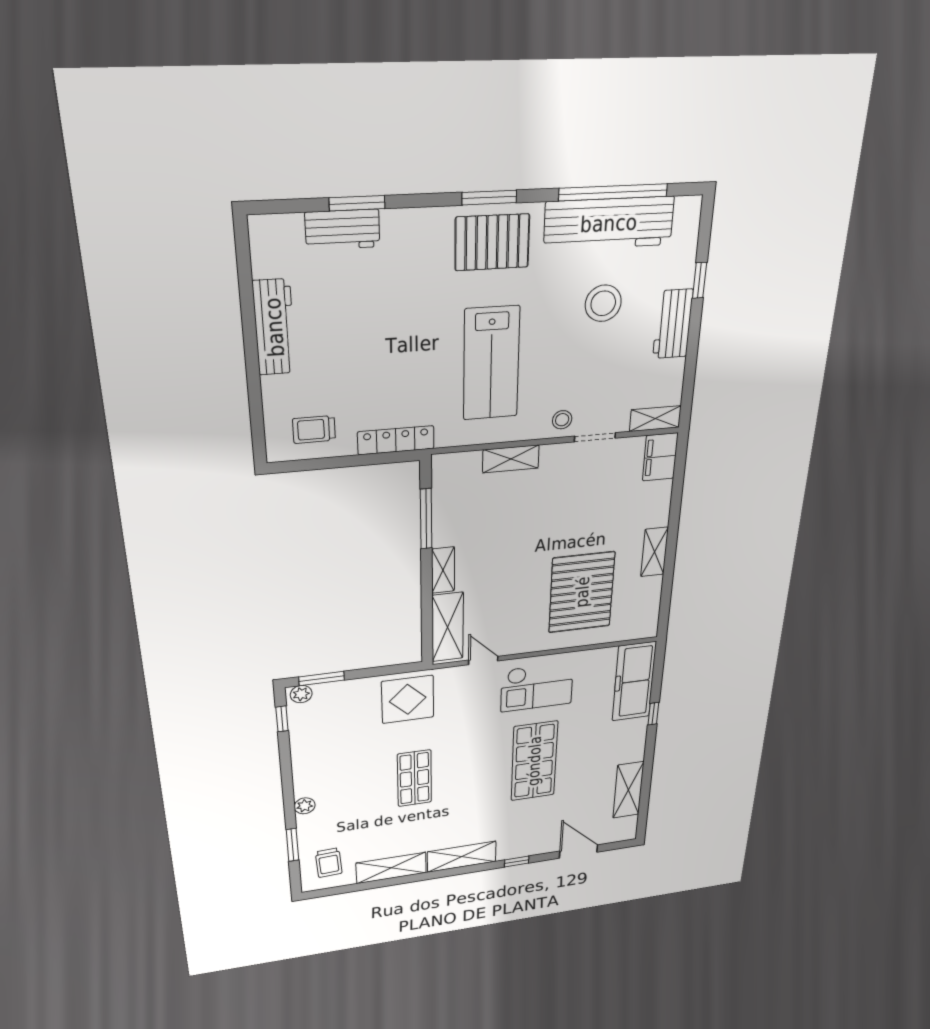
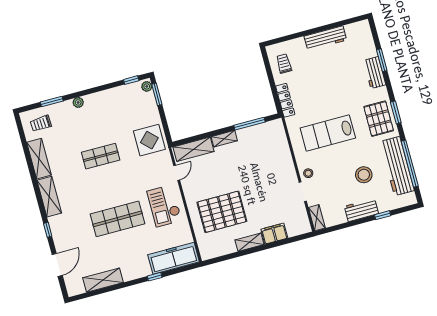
workbench: (342, 230) -> (375, 73), moved
filing cabinet: (660, 457) -> (274, 234), moved
shelving: (511, 459) -> (285, 155), removed

